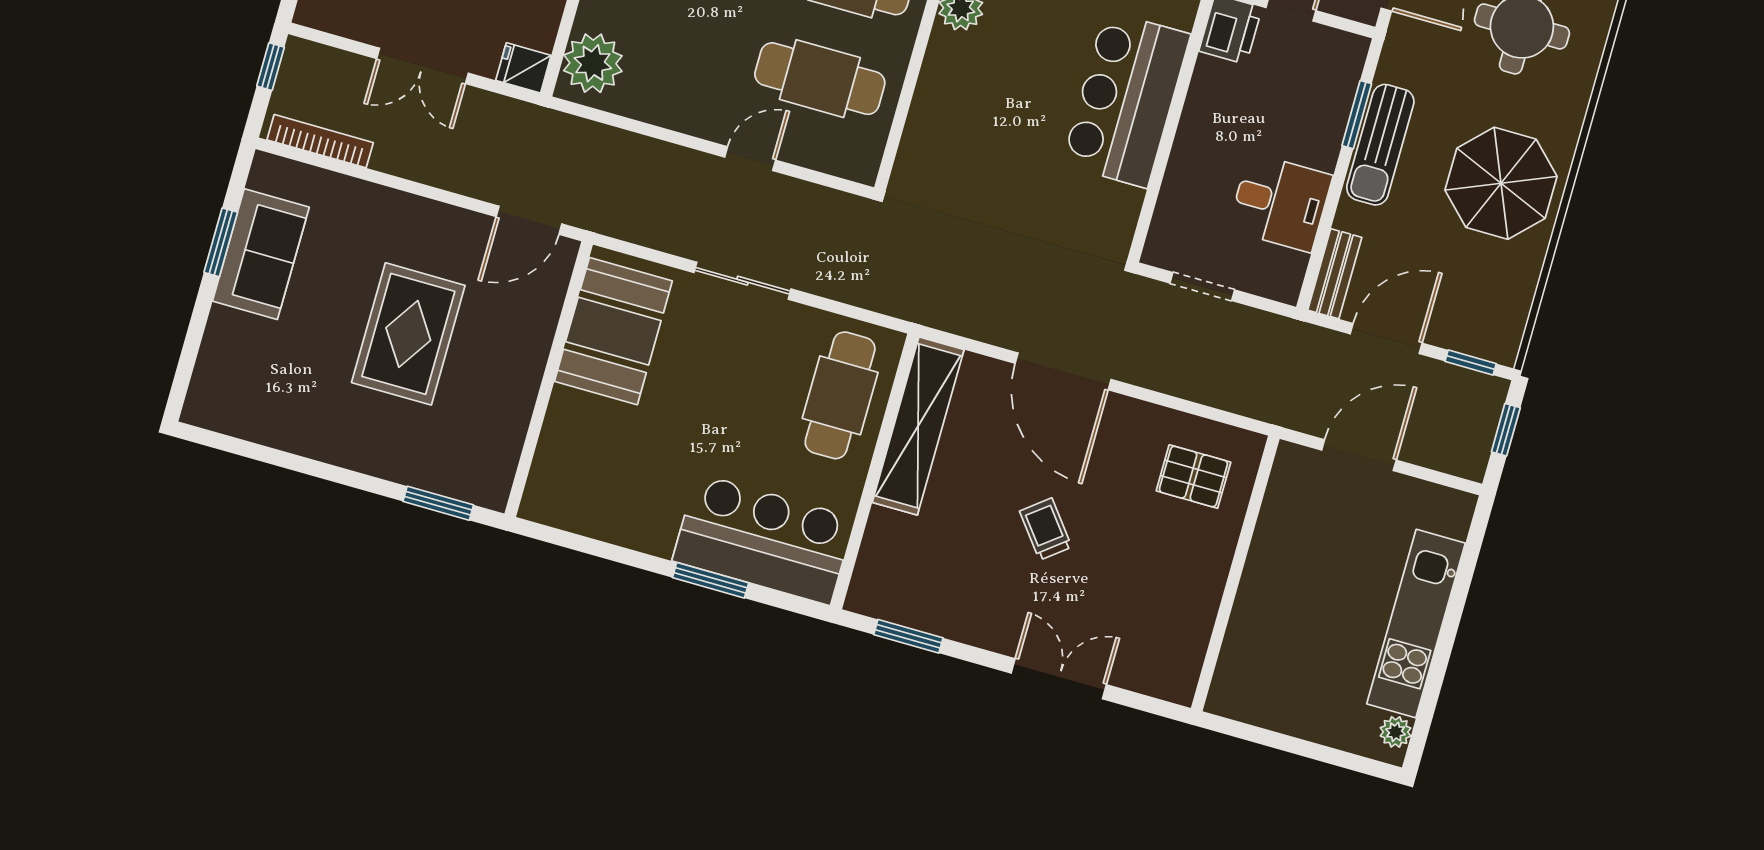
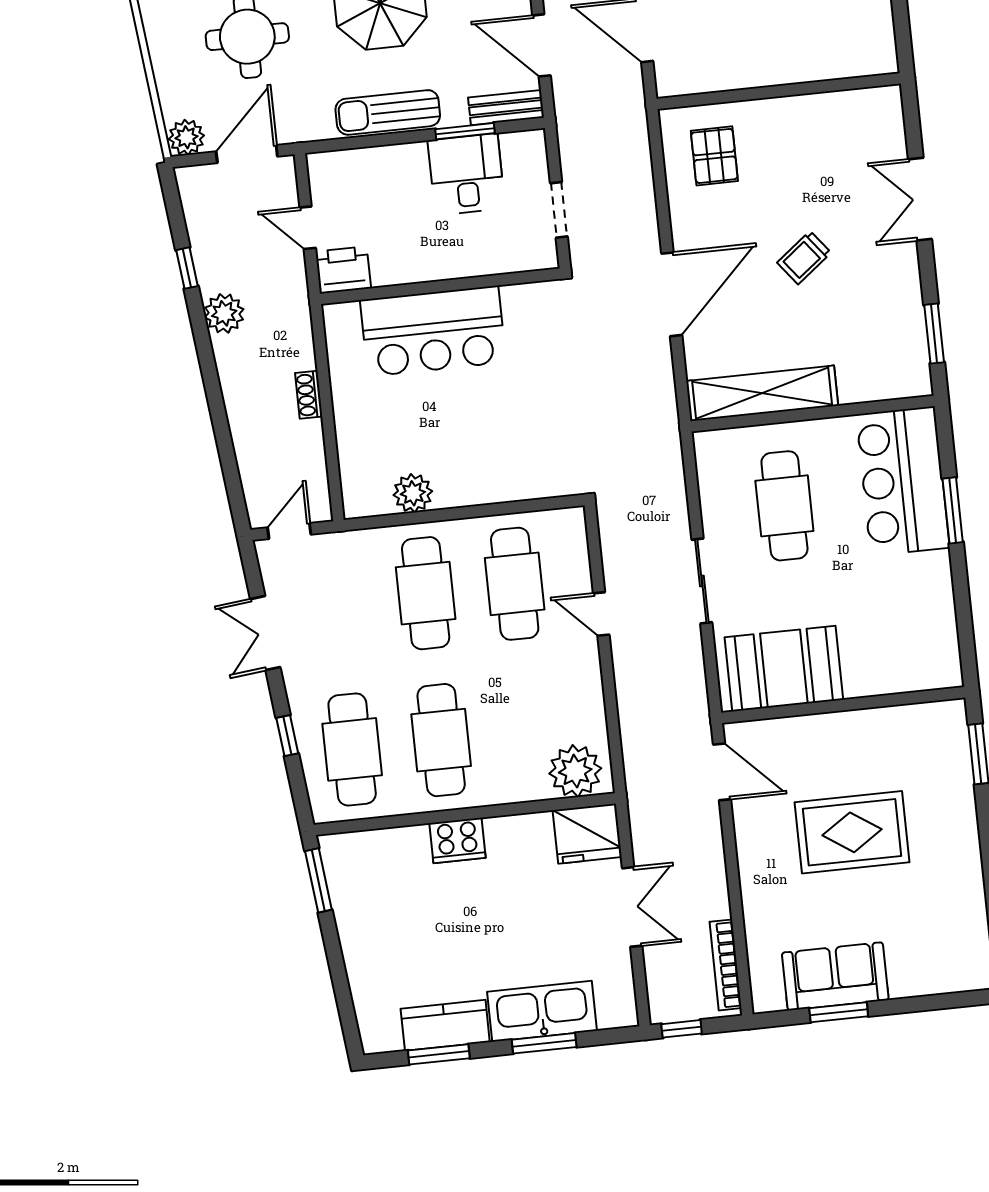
fridge: (523, 68) -> (587, 834), width x1.88, depth x1.34
window: (1357, 115) -> (465, 131), moved
sun lounger: (1380, 145) -> (388, 112), turned 180
cafe table: (840, 395) -> (784, 506), moved, turned 90

